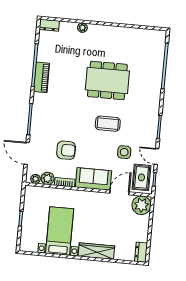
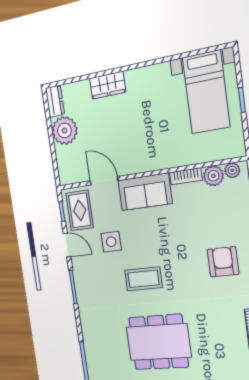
armchair: (66, 150) -> (223, 262), moved, turned 90
door: (120, 193) -> (104, 181), swing flipped
plant: (141, 205) -> (65, 131), moved
bed with nightstands: (60, 231) -> (206, 92), moved
wardrobe: (96, 251) -> (108, 85), width x0.67

